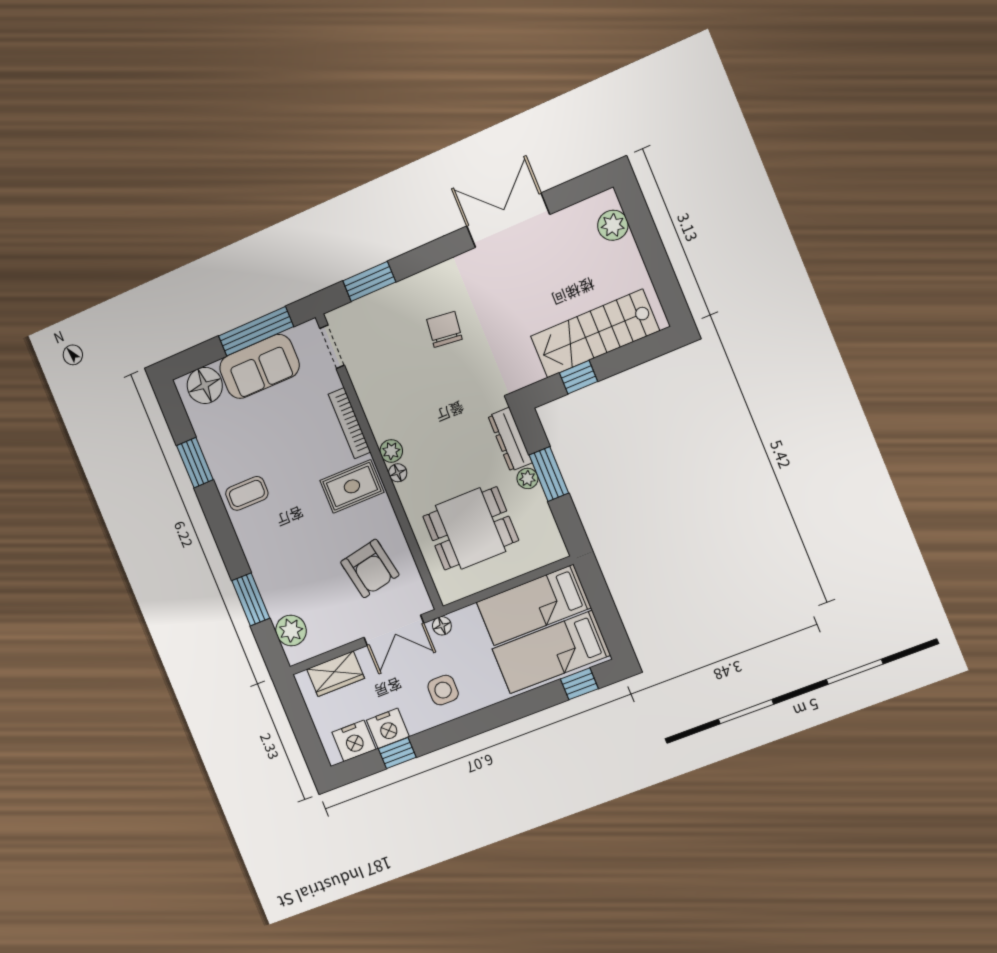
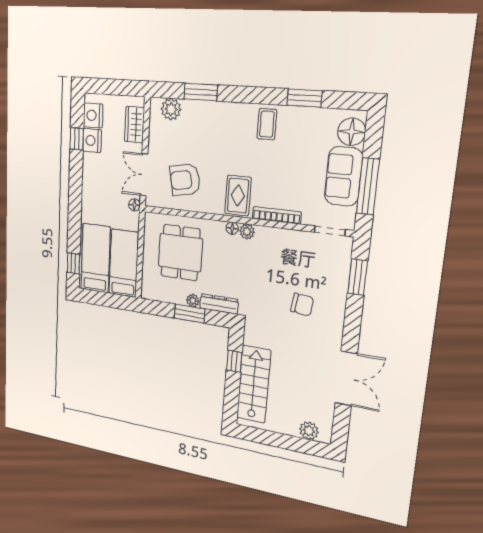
side table: (443, 690) -> (100, 185), removed

